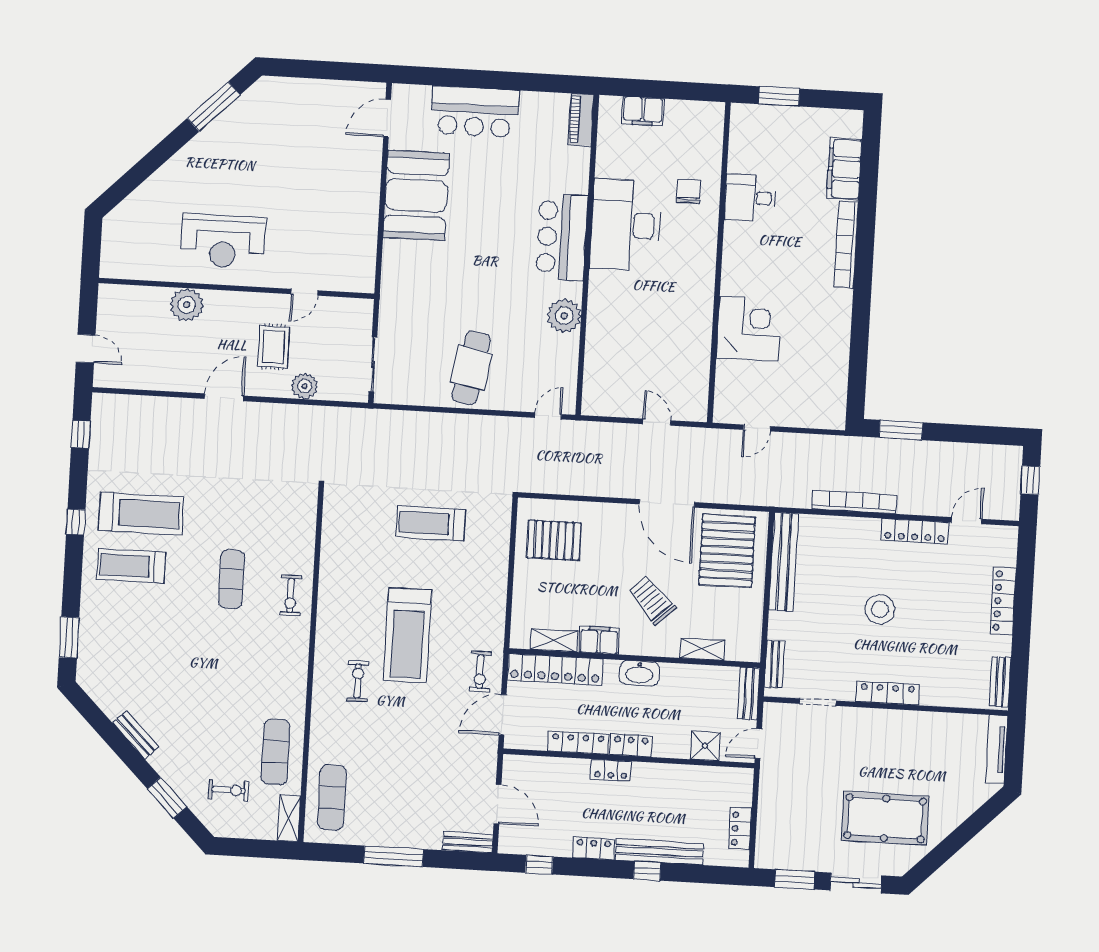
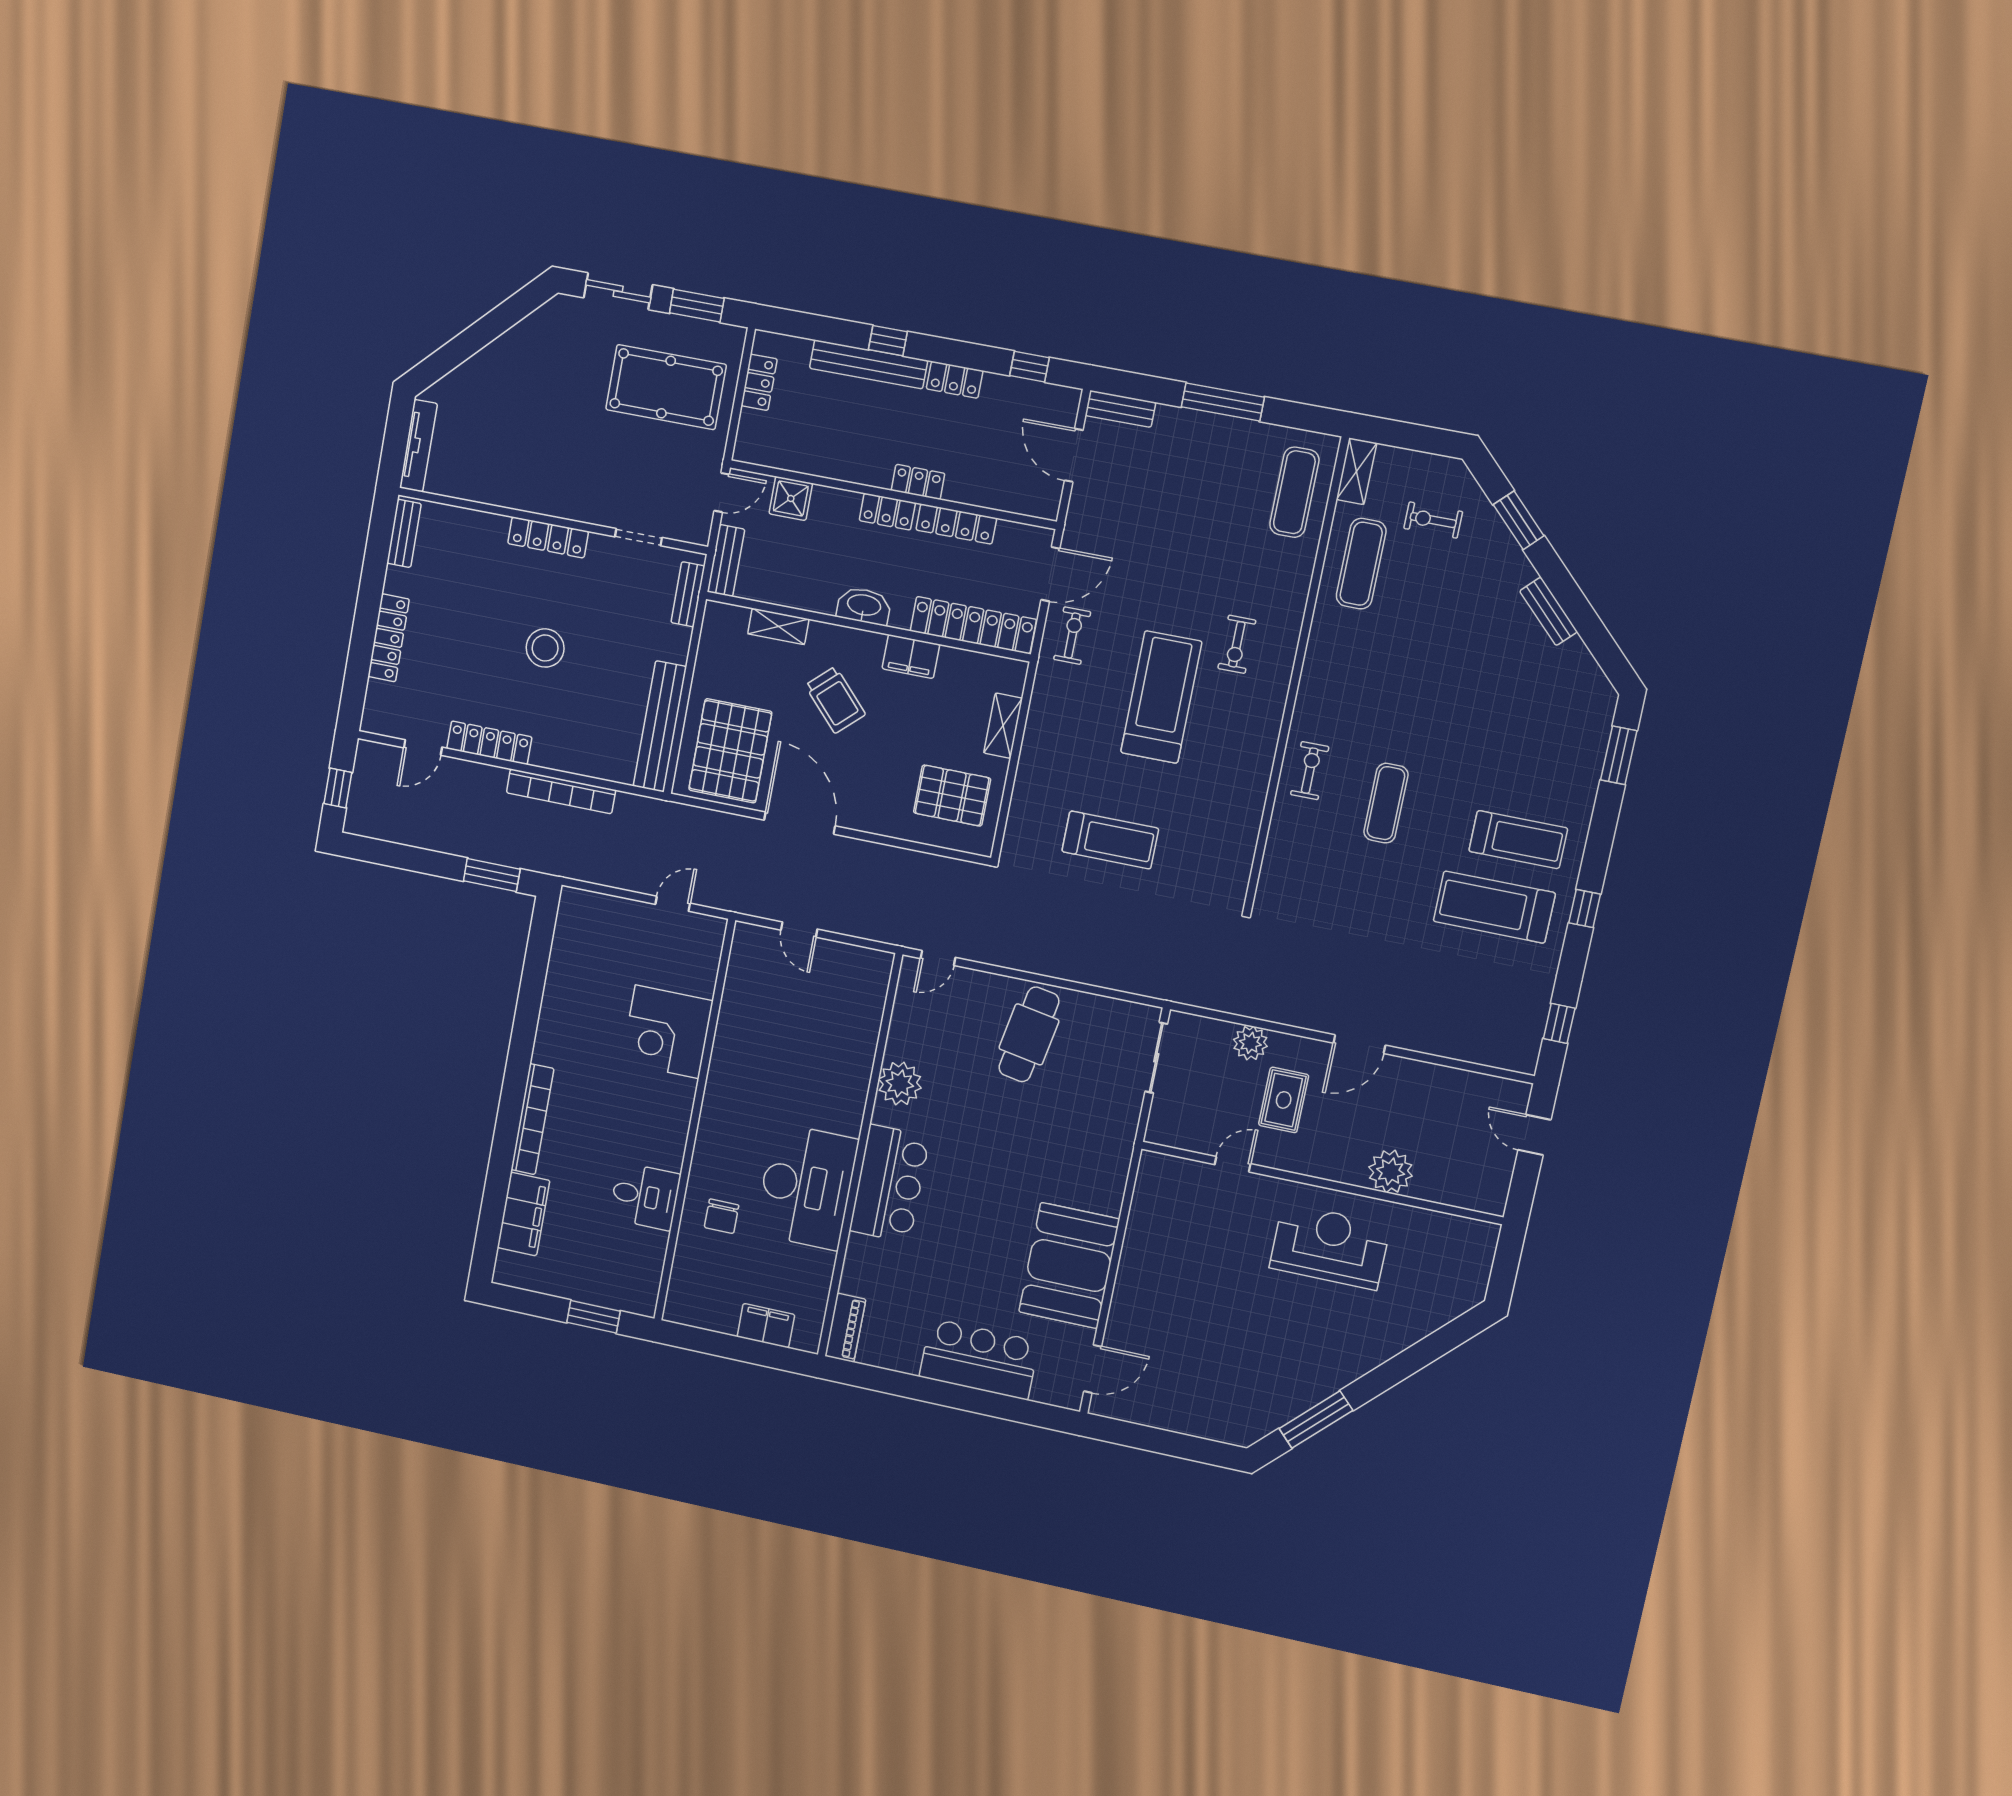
shelving: (554, 640) -> (1003, 726), moved, turned 90
pool table: (885, 818) -> (666, 387), moved

